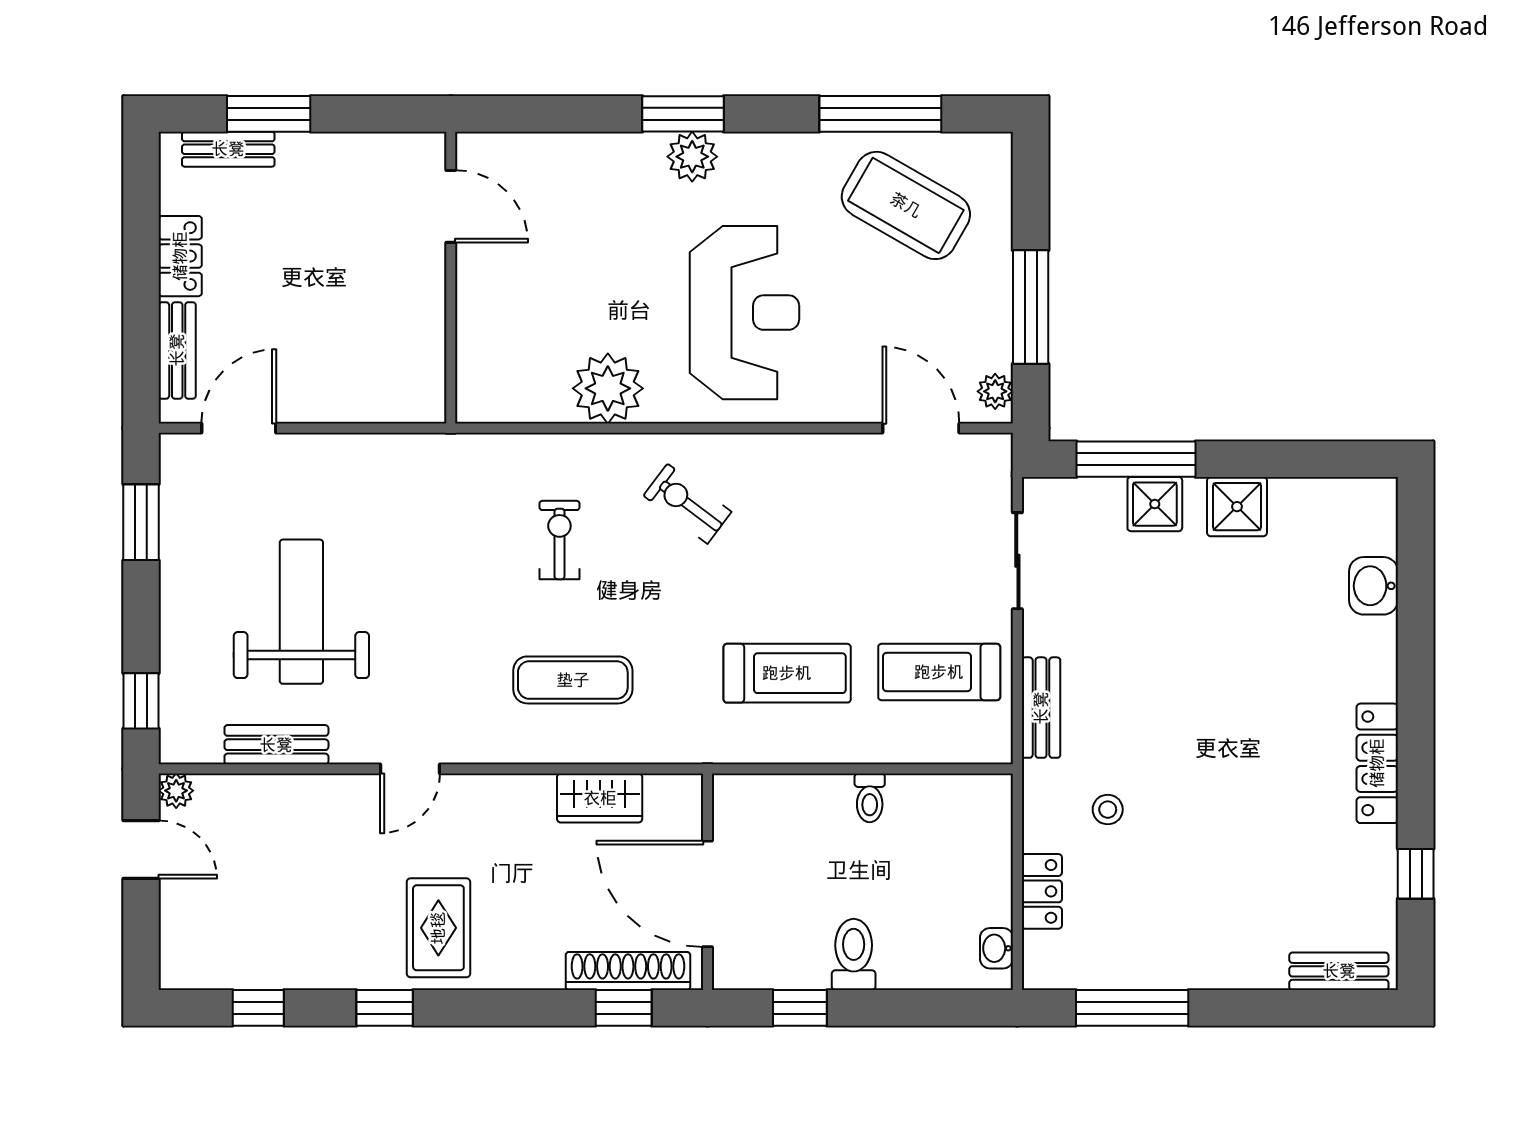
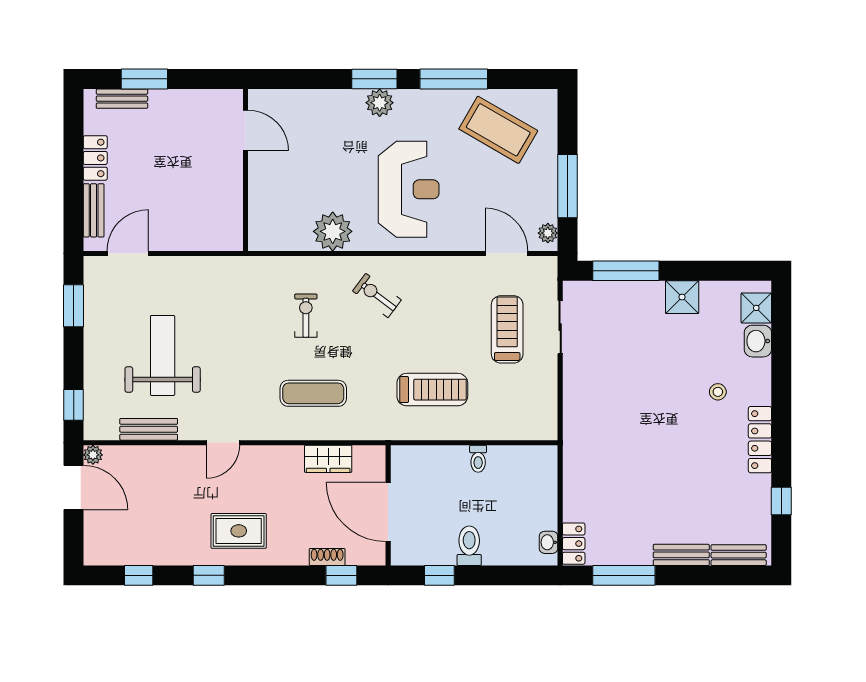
window: (880, 114) -> (454, 79), moved
shower: (1155, 504) -> (756, 308), moved
treadmill: (939, 672) -> (507, 329), moved, turned 90
bench: (1041, 708) -> (681, 555), moved, turned 90
stool: (1108, 810) -> (718, 392), moved
door: (141, 849) -> (74, 487), width x1.38
locker: (1042, 891) -> (574, 544), moved
rug: (438, 928) -> (239, 531), turned 90
shoe rack: (628, 971) -> (327, 557), width x0.51, depth x0.81

